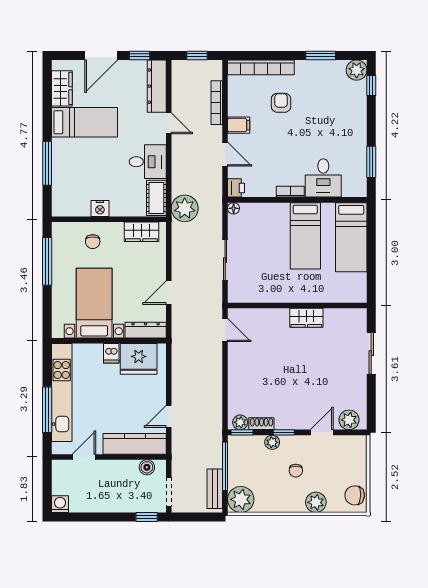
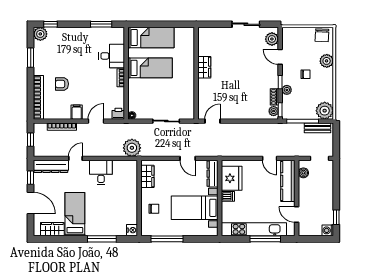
cot: (156, 198) -> (125, 167), removed
nightstand: (100, 208) -> (132, 230), moved
sliding door: (371, 353) -> (246, 24), moved
window: (147, 517) -> (336, 217), moved

